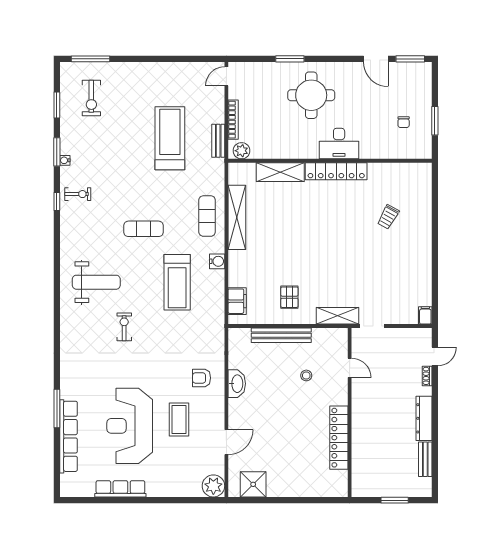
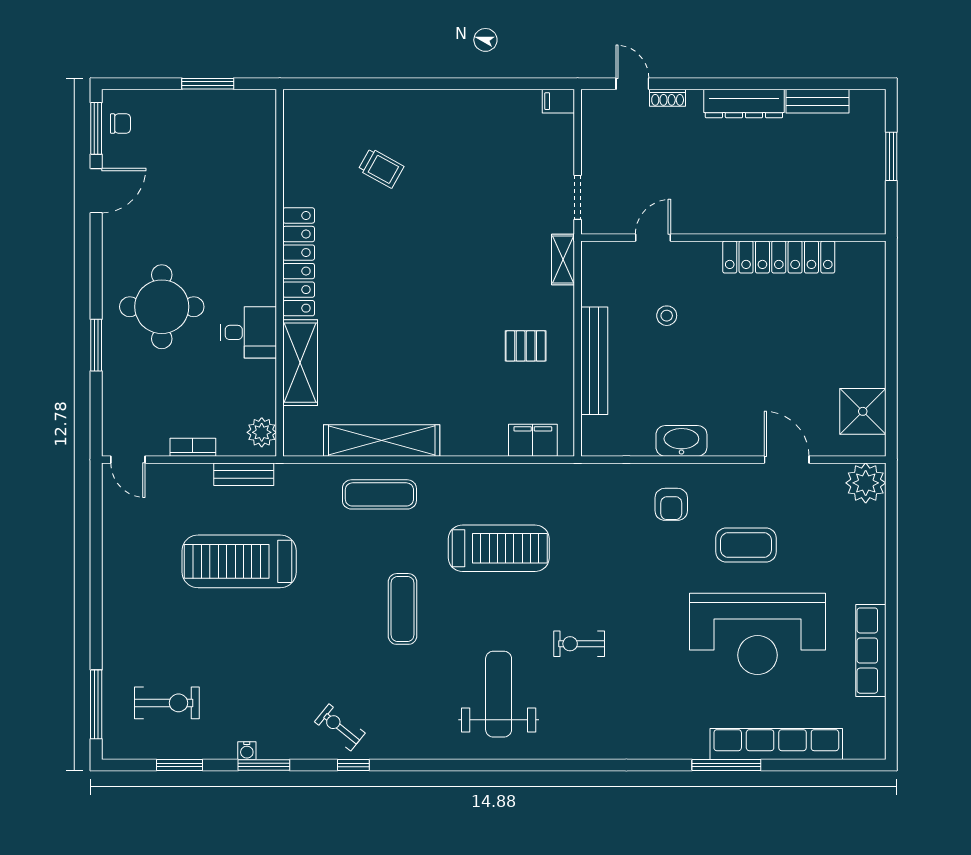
bookcase: (233, 120) -> (193, 447), width x0.64
chair: (404, 122) -> (120, 124), moved
desk: (339, 143) -> (249, 332), moved, width x0.73
water cooler: (65, 160) -> (247, 751), moved
exercise bike: (78, 194) -> (340, 727), turned -51
water cooler: (217, 261) -> (461, 476), removed
shelving: (337, 316) -> (563, 259), width x0.67, depth x0.75

